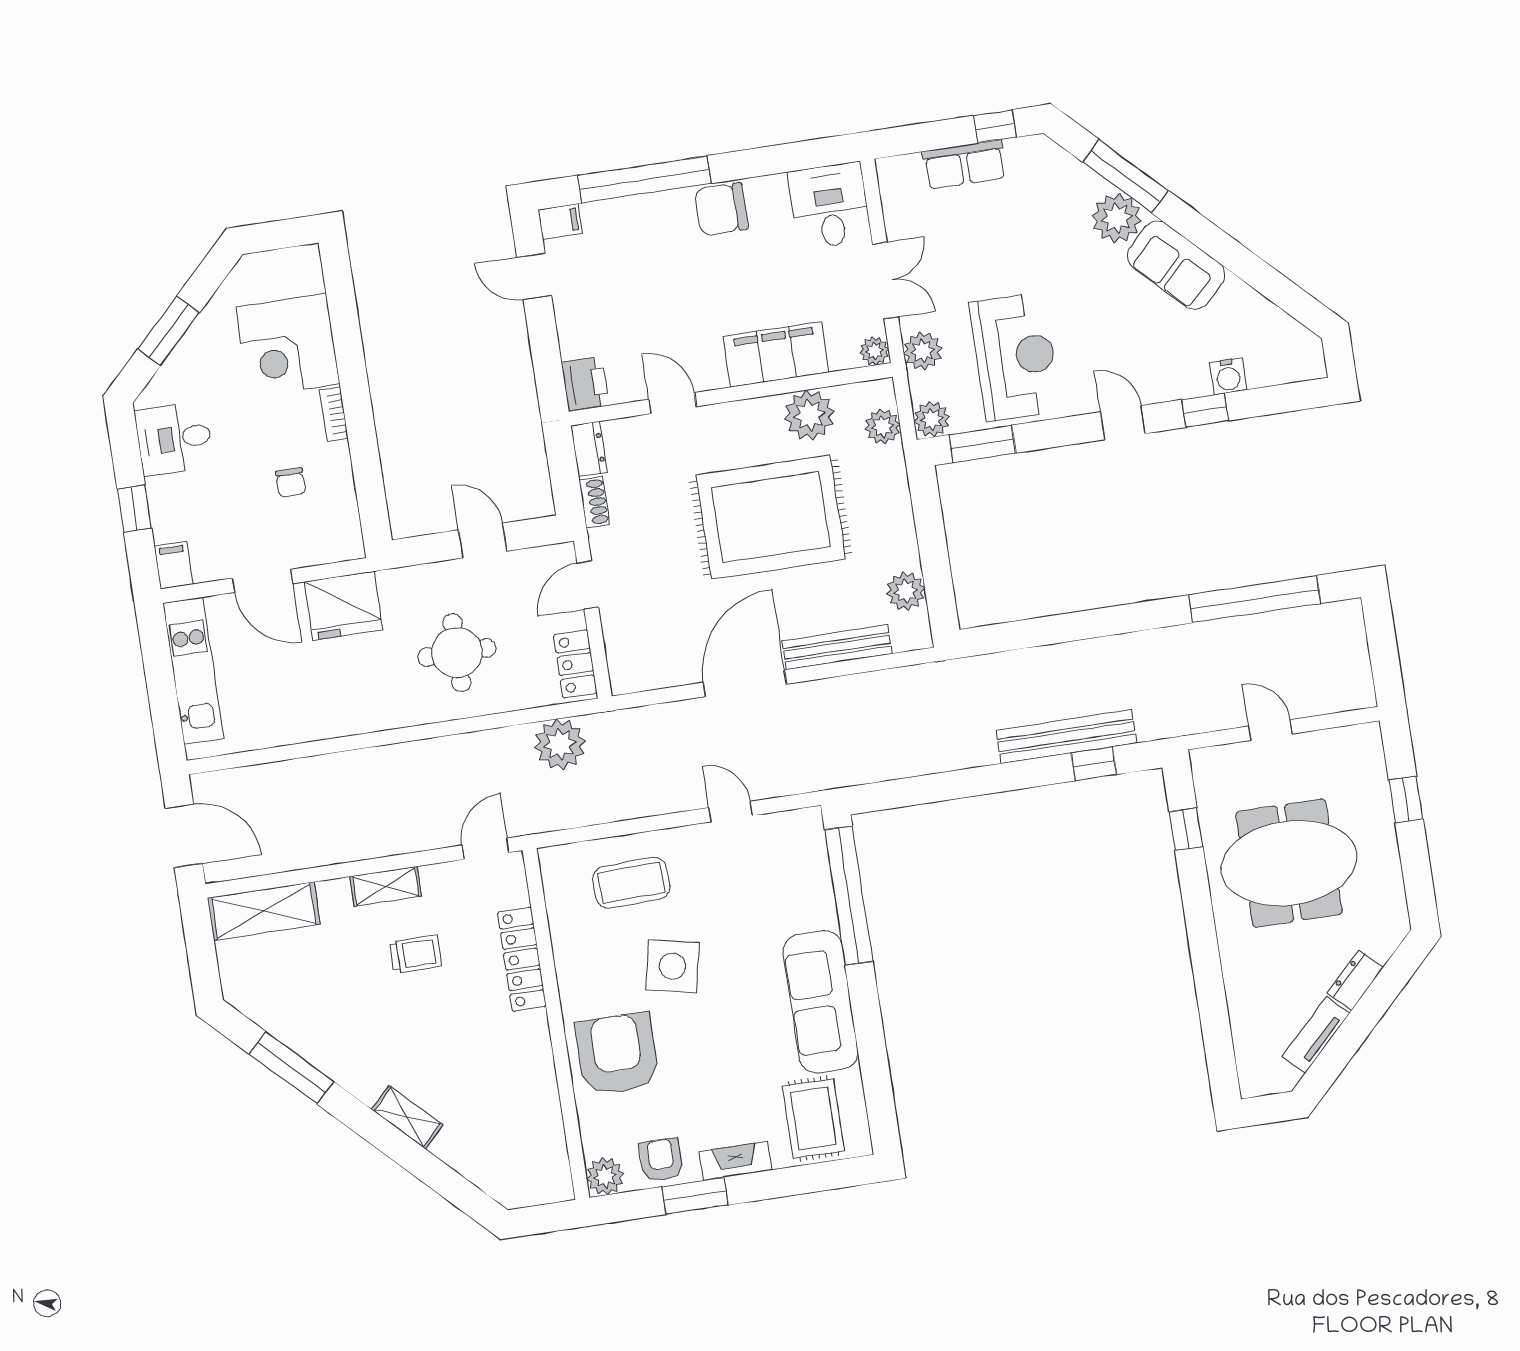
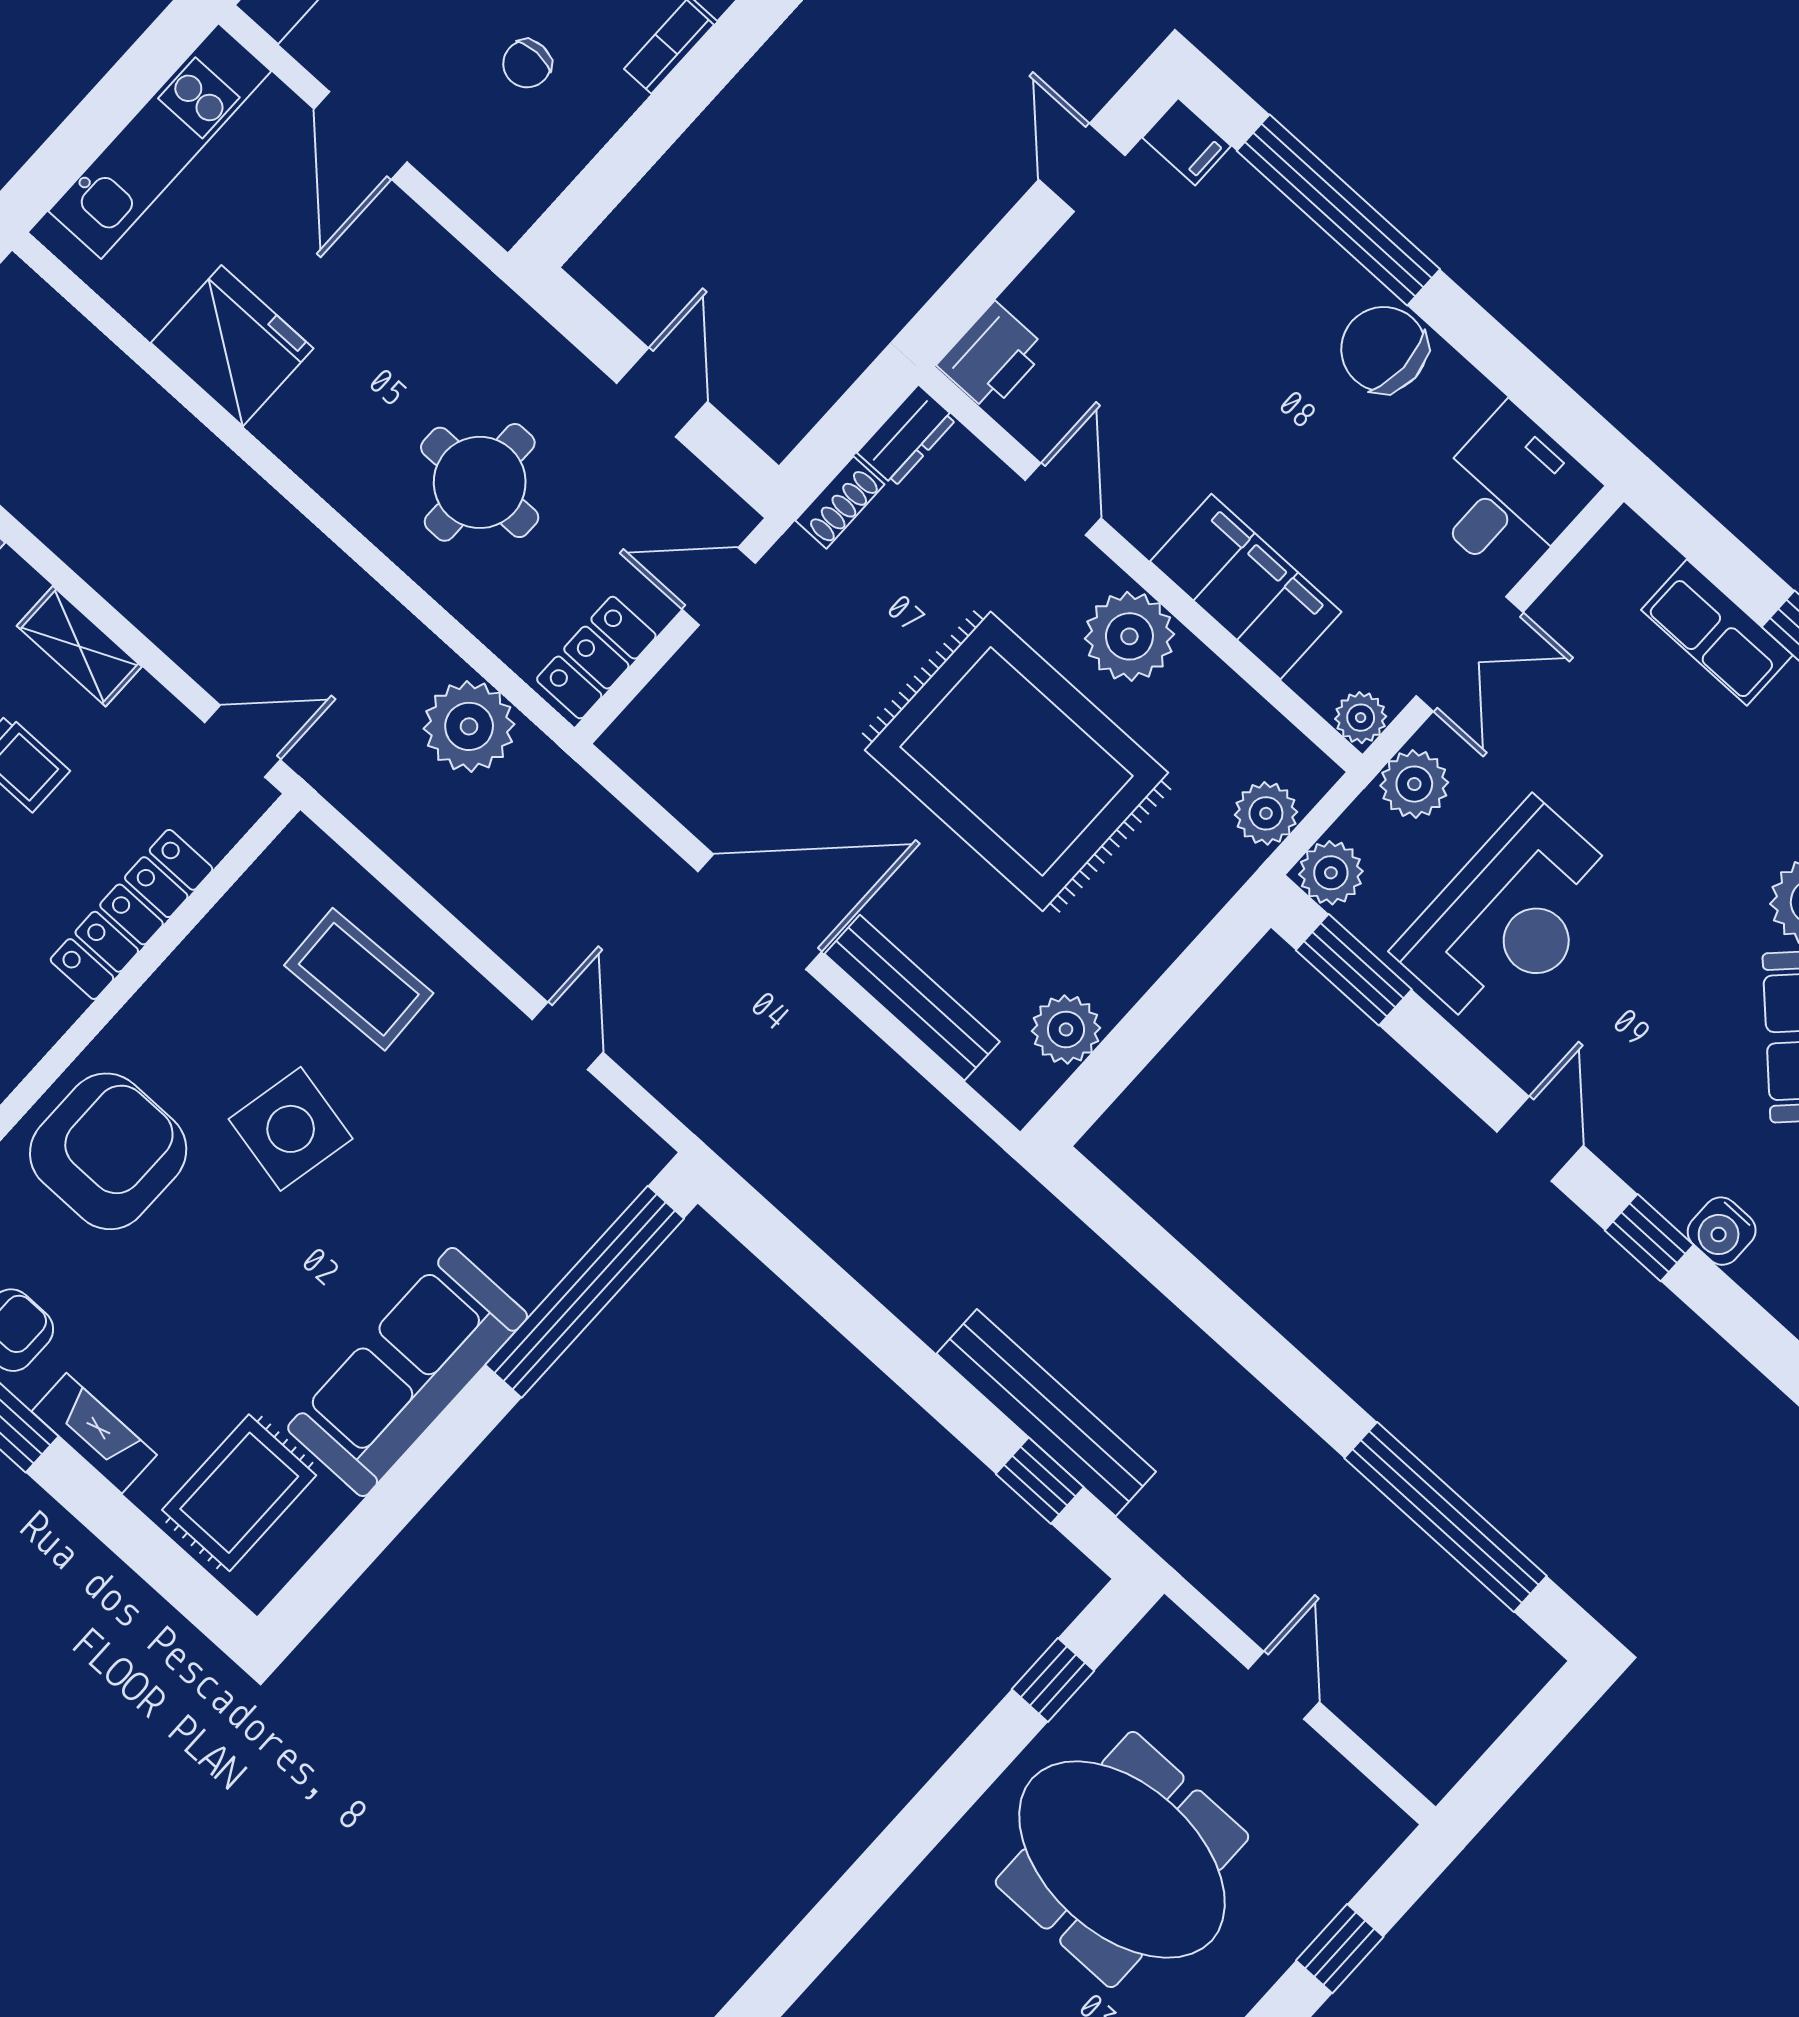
plant: (809, 415) -> (1129, 636), moved
fridge: (343, 606) -> (232, 346), moved, turned 180

